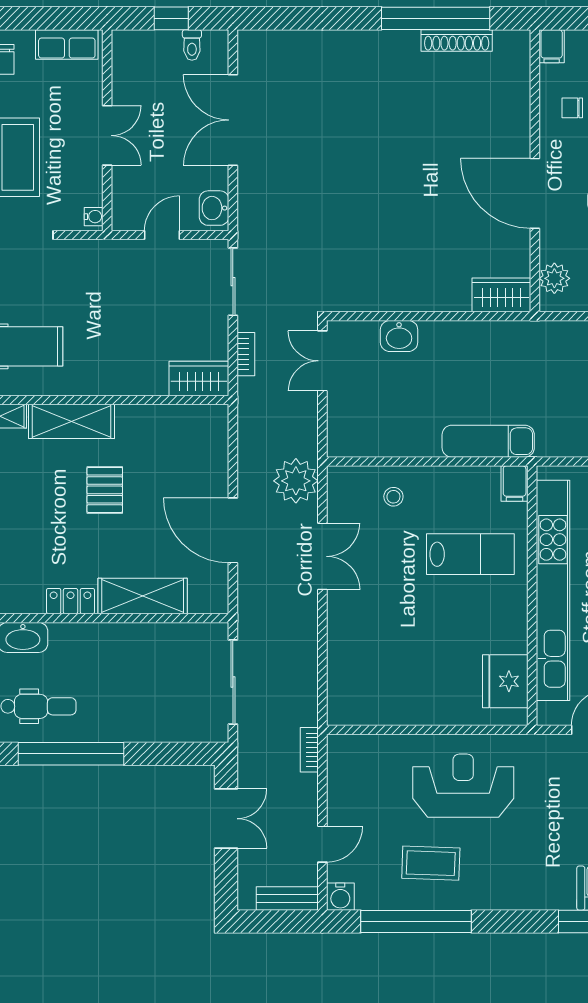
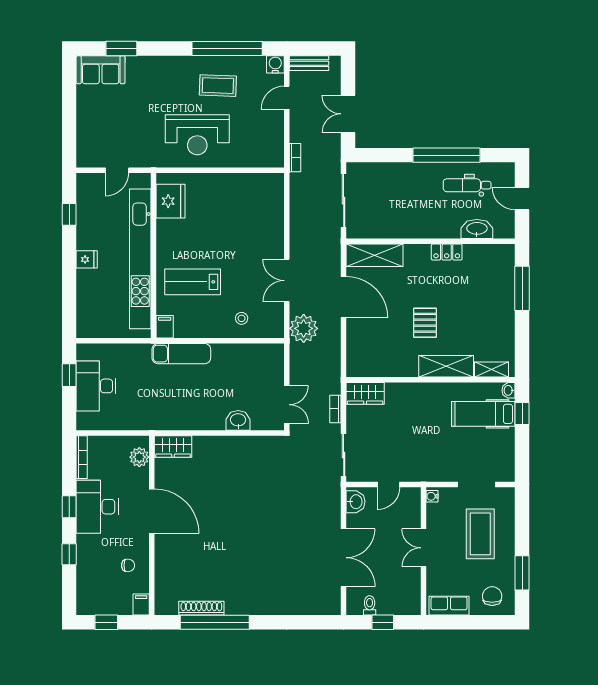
shelving: (143, 596) -> (374, 255), moved

